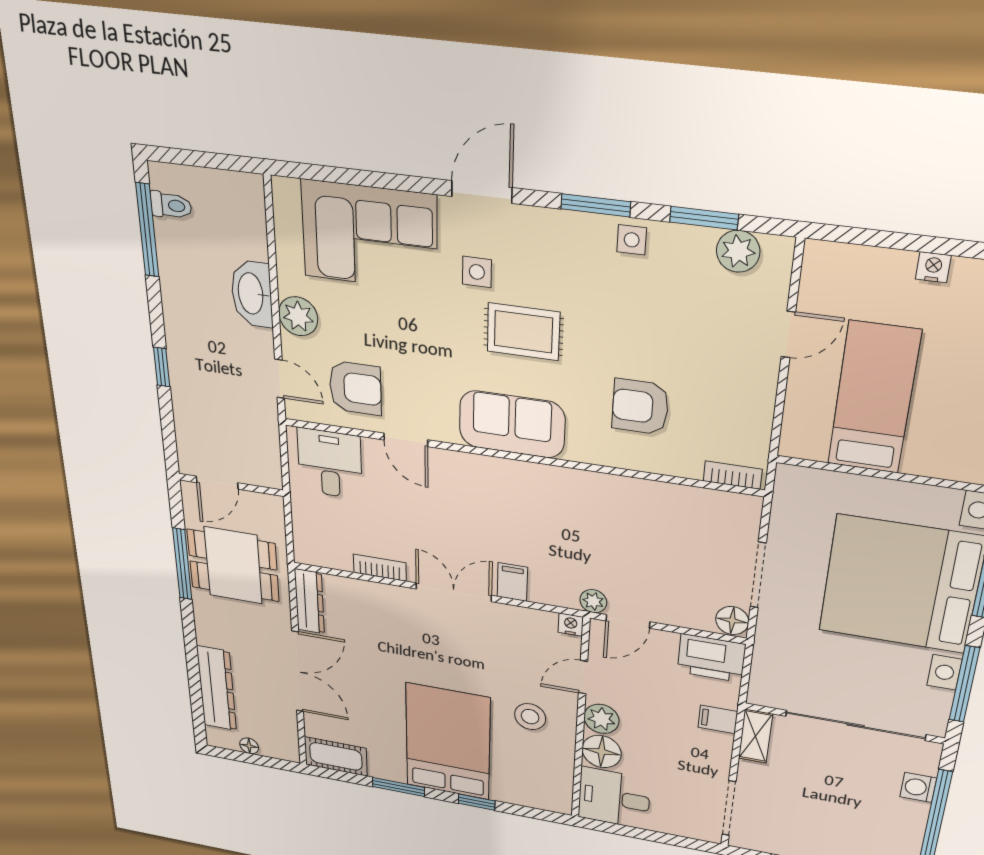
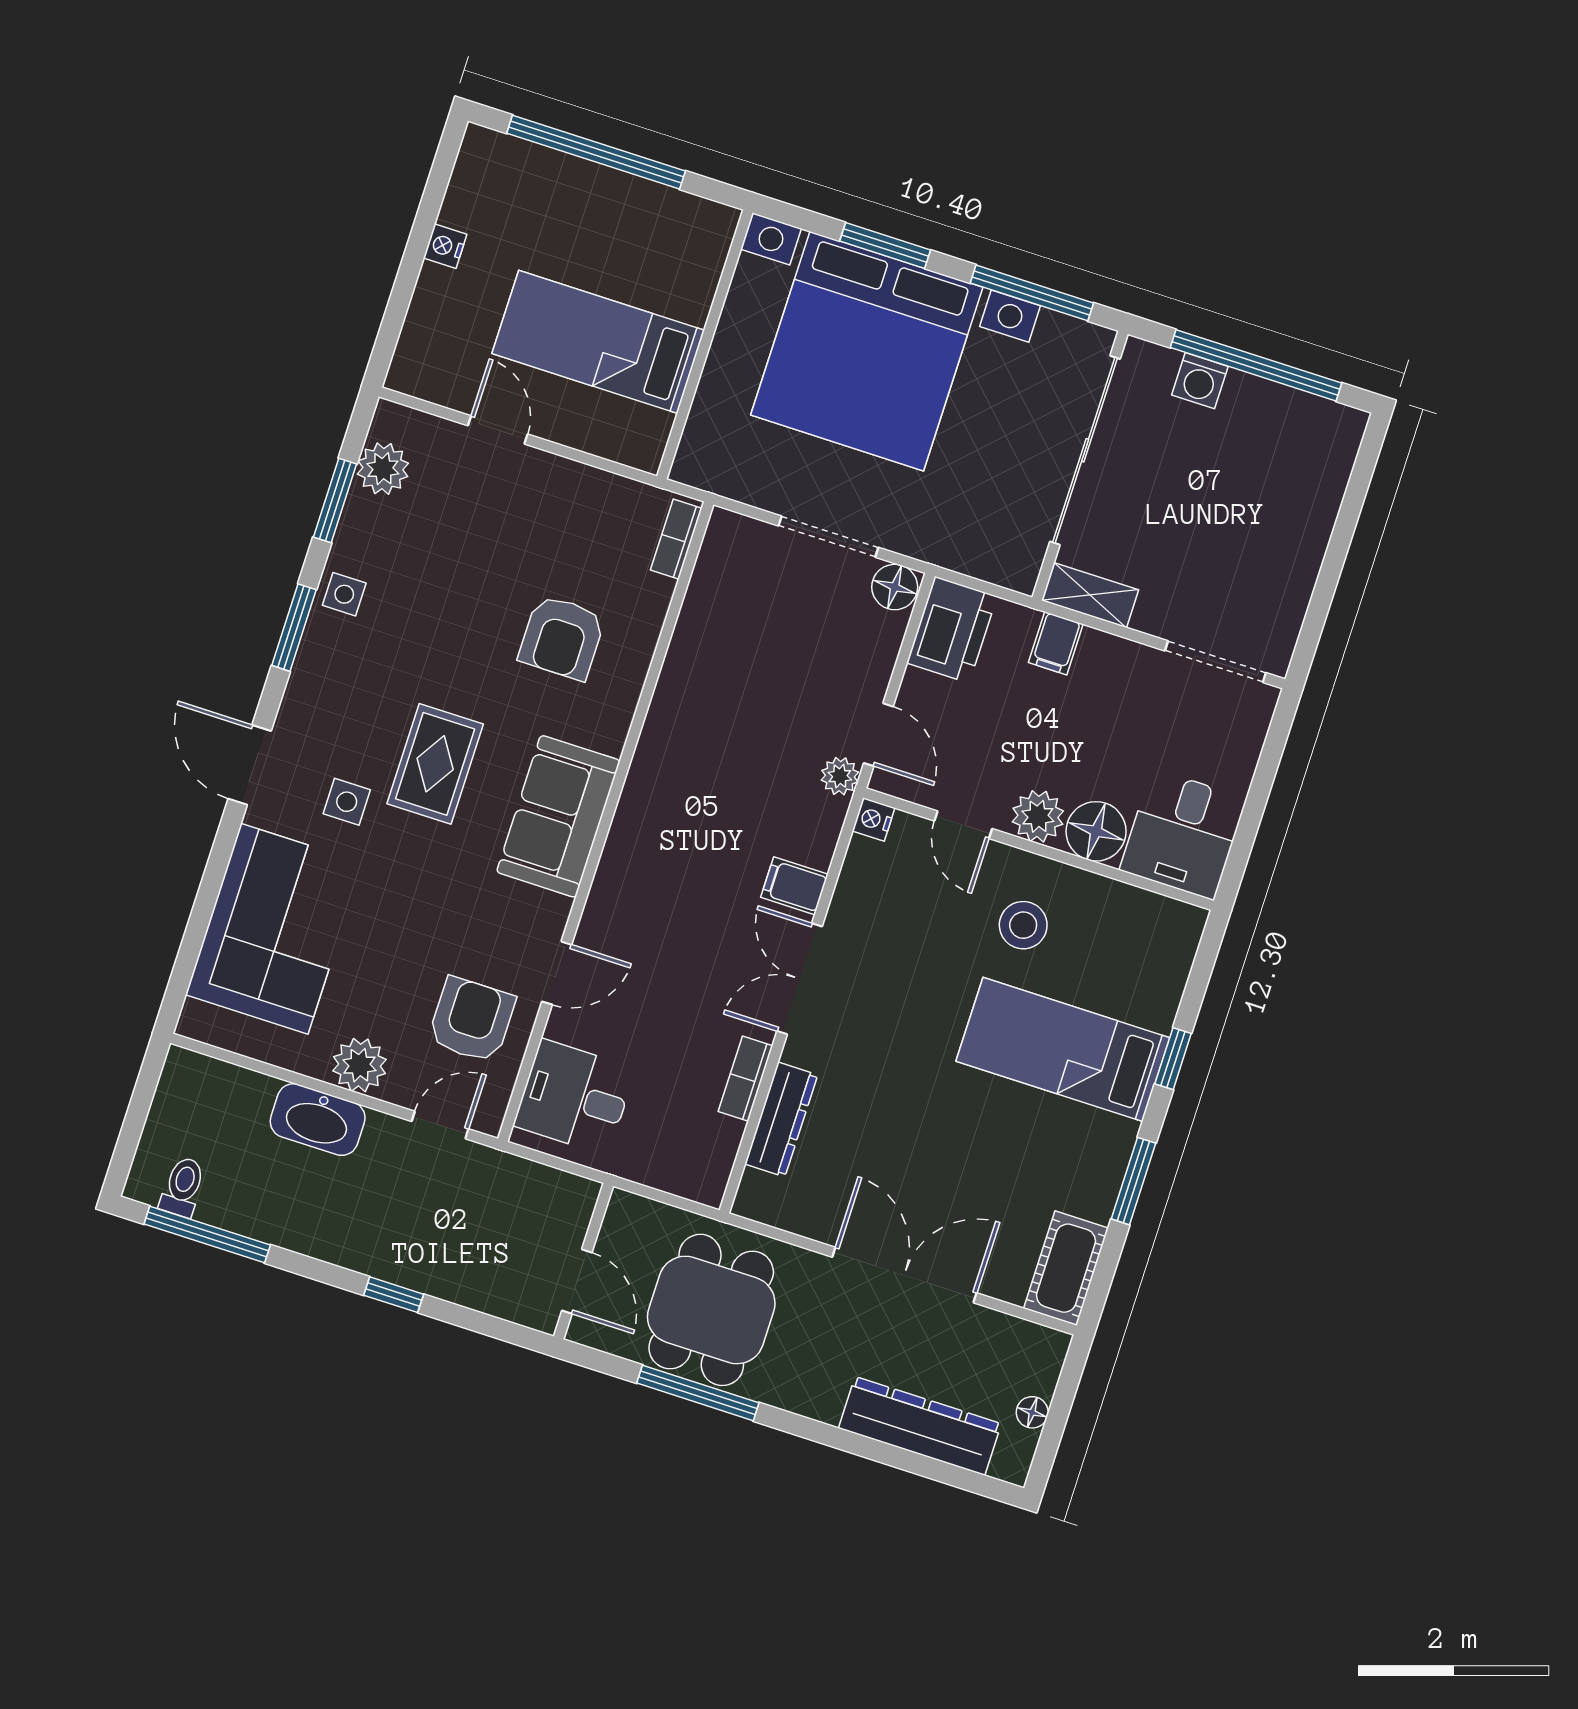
dresser: (309, 601) -> (781, 1119), moved, turned 90
bed: (448, 742) -> (1063, 1049), width x0.67

